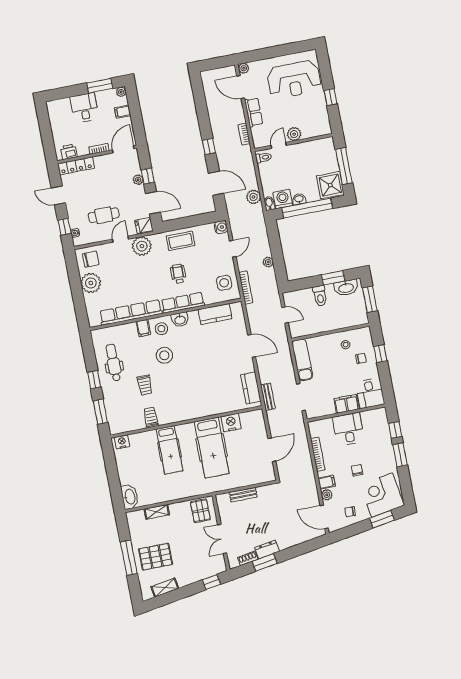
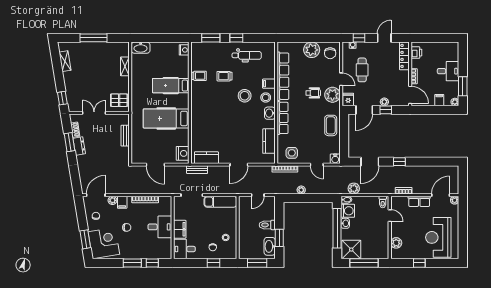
plant: (294, 134) -> (396, 243), moved
wheelchair: (178, 274) -> (313, 93), moved
nightstand: (231, 423) -> (183, 153), moved
pallet: (155, 557) -> (90, 59), removed

